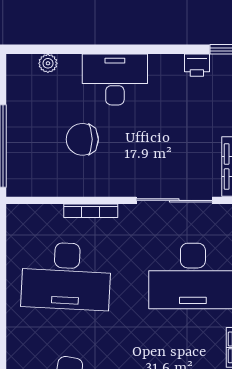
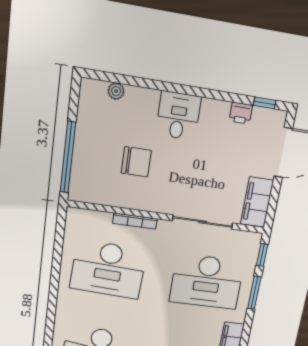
desk: (115, 79) -> (178, 116), width x0.73
chair: (82, 139) -> (136, 162), turned 180

